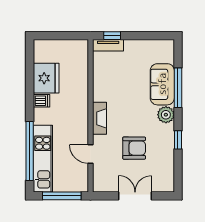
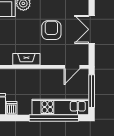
door: (90, 154) -> (72, 67), moved

